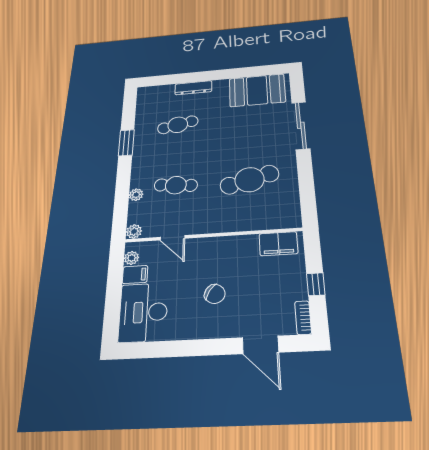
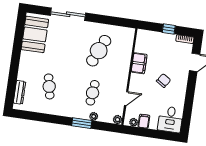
dresser: (193, 88) -> (20, 92), moved
window: (126, 143) -> (82, 123), moved
cafe table: (249, 180) -> (99, 51), turned 39
filing cabinet: (278, 244) -> (139, 63), moved
desk: (143, 312) -> (170, 119), width x0.73

